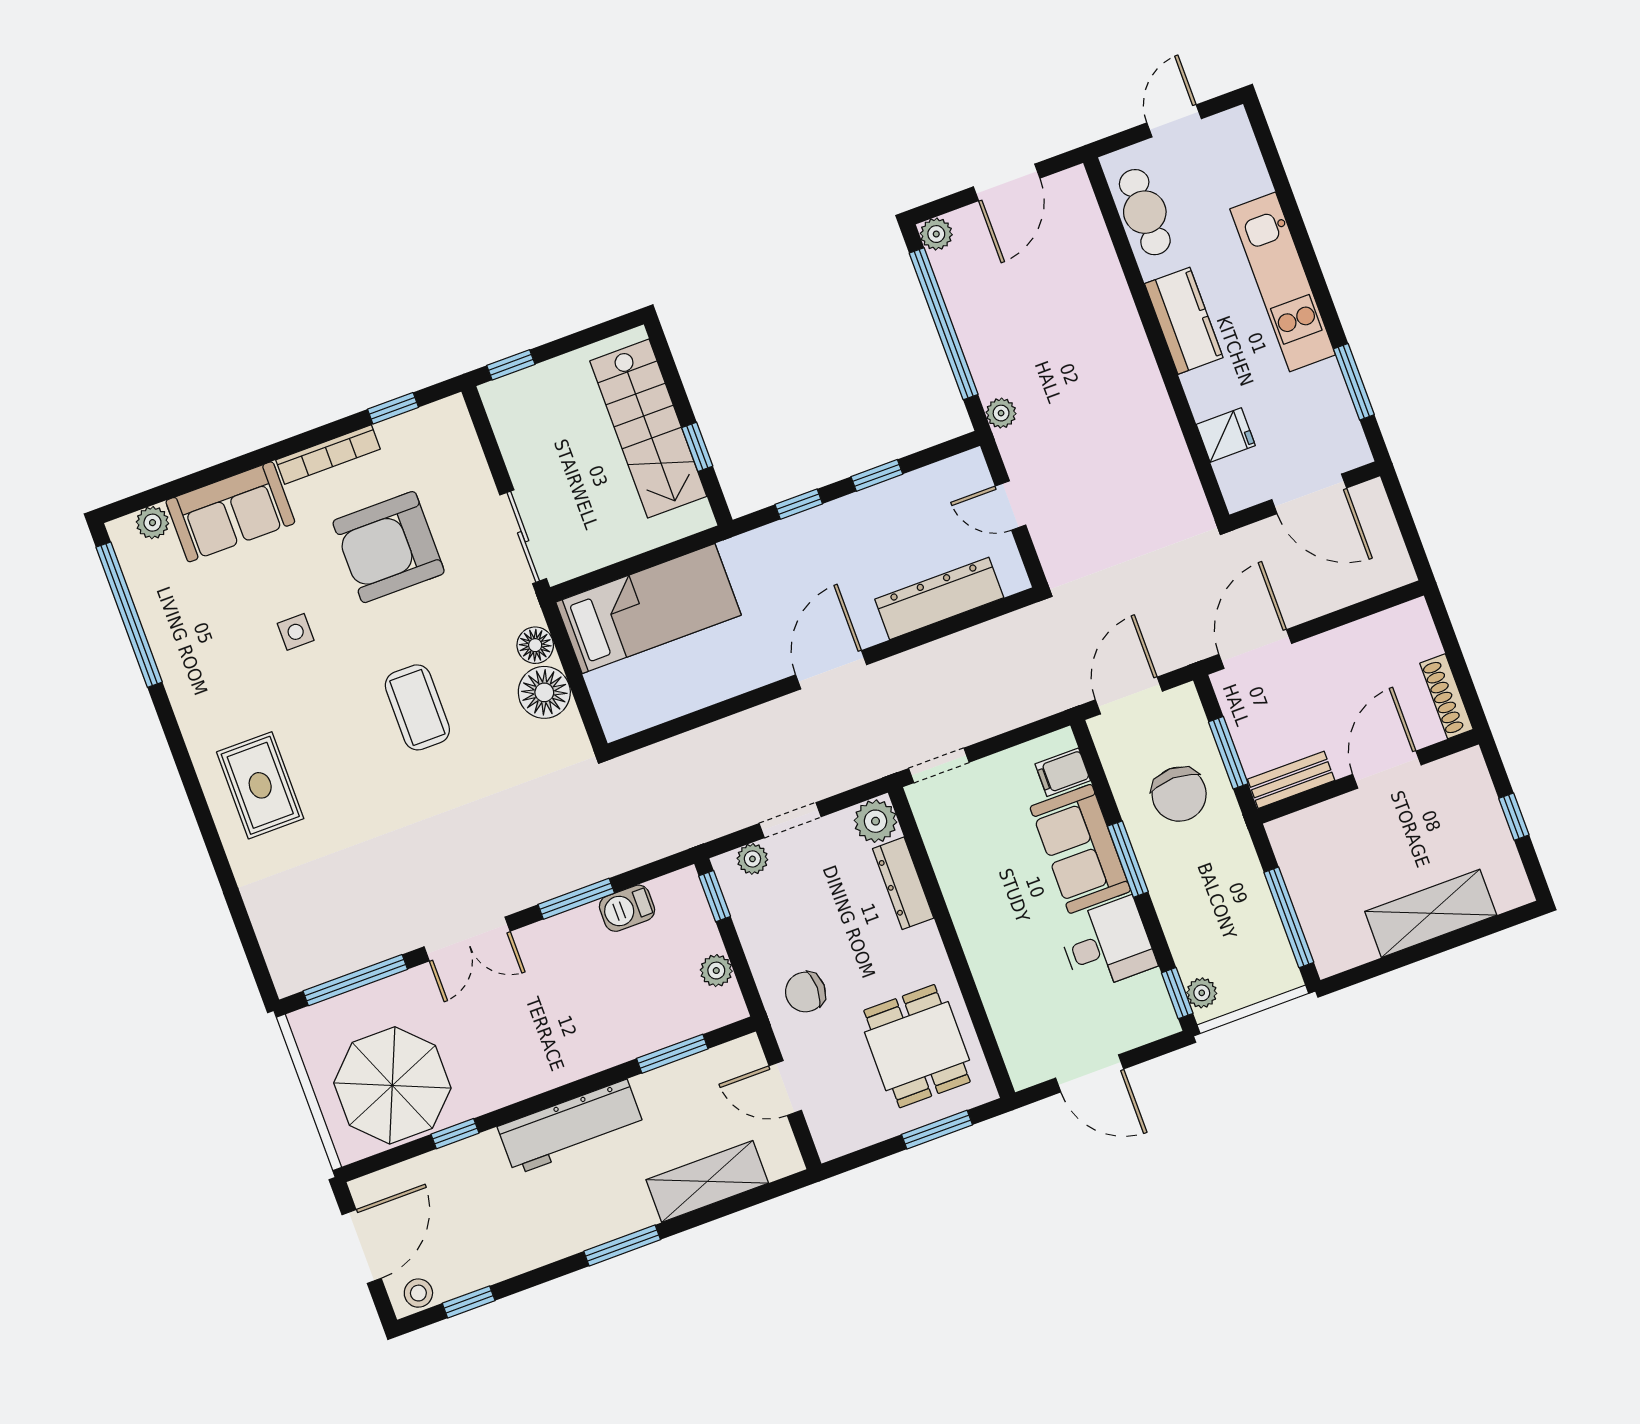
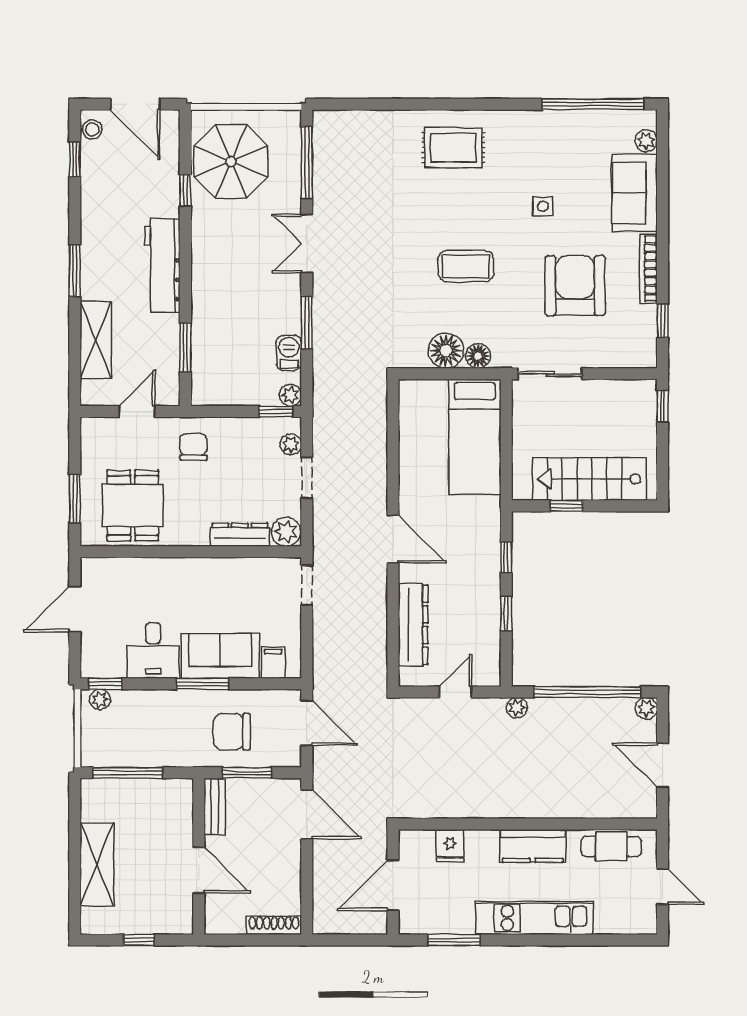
shoe rack: (1447, 696) -> (274, 925), moved
plant: (716, 971) -> (290, 395), moved
dining table: (917, 1046) -> (133, 505), turned 90

